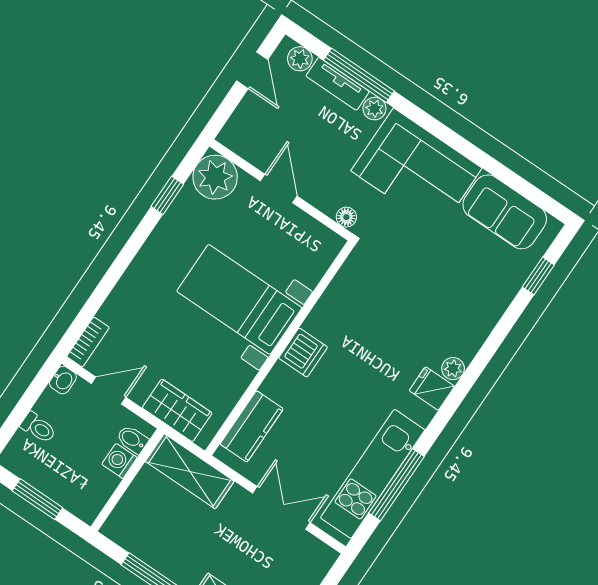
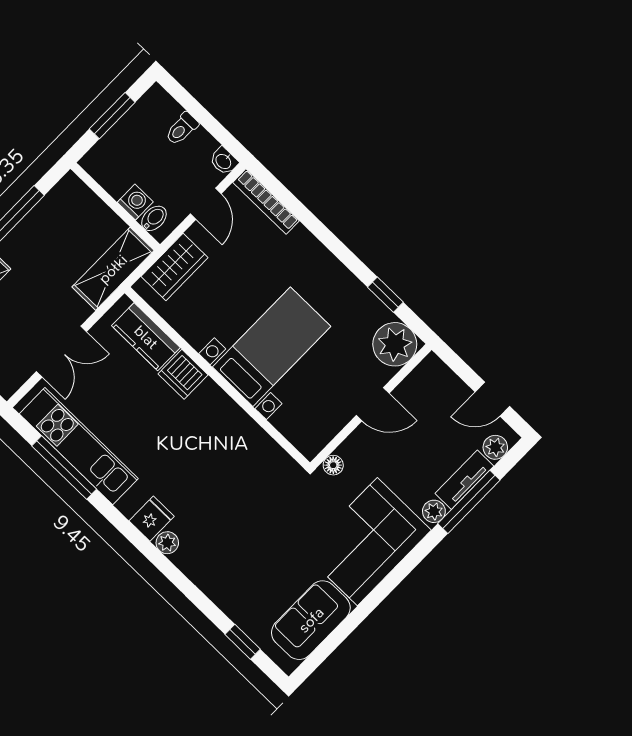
bookcase: (88, 342) -> (266, 202), width x1.56
dishwasher: (303, 353) -> (183, 374), moved

